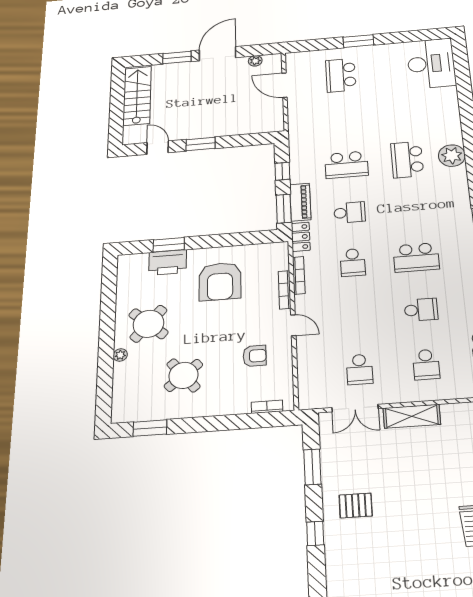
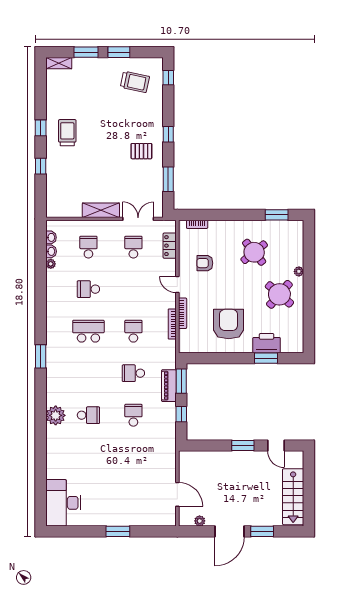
school desk: (341, 75) -> (133, 499), removed
school desk: (407, 160) -> (88, 415), width x0.54
school desk: (346, 165) -> (133, 415), width x0.54
locker: (301, 237) -> (170, 246), moved

